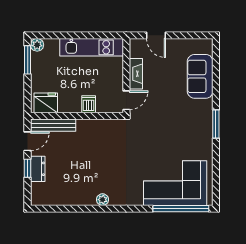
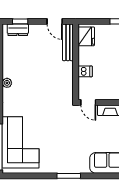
window: (28, 168) -> (20, 21), moved
dresser: (38, 169) -> (18, 30), moved

